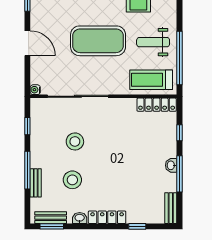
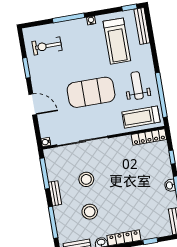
weight bench: (153, 42) -> (137, 86), turned 90
window: (27, 126) -> (45, 173), width x2.17
window: (27, 170) -> (53, 222), moved
bench: (36, 183) -> (55, 193), moved

